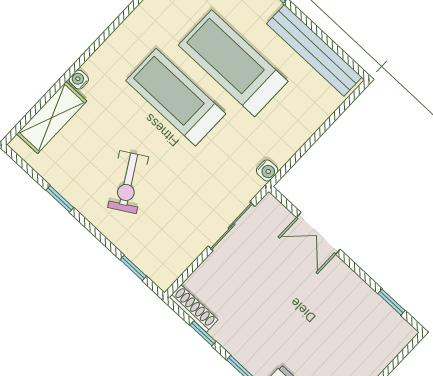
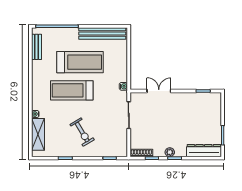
treadmill: (233, 63) -> (80, 62), turned 180
double door: (318, 233) -> (159, 91), swing flipped
plant: (242, 351) -> (170, 152), added

